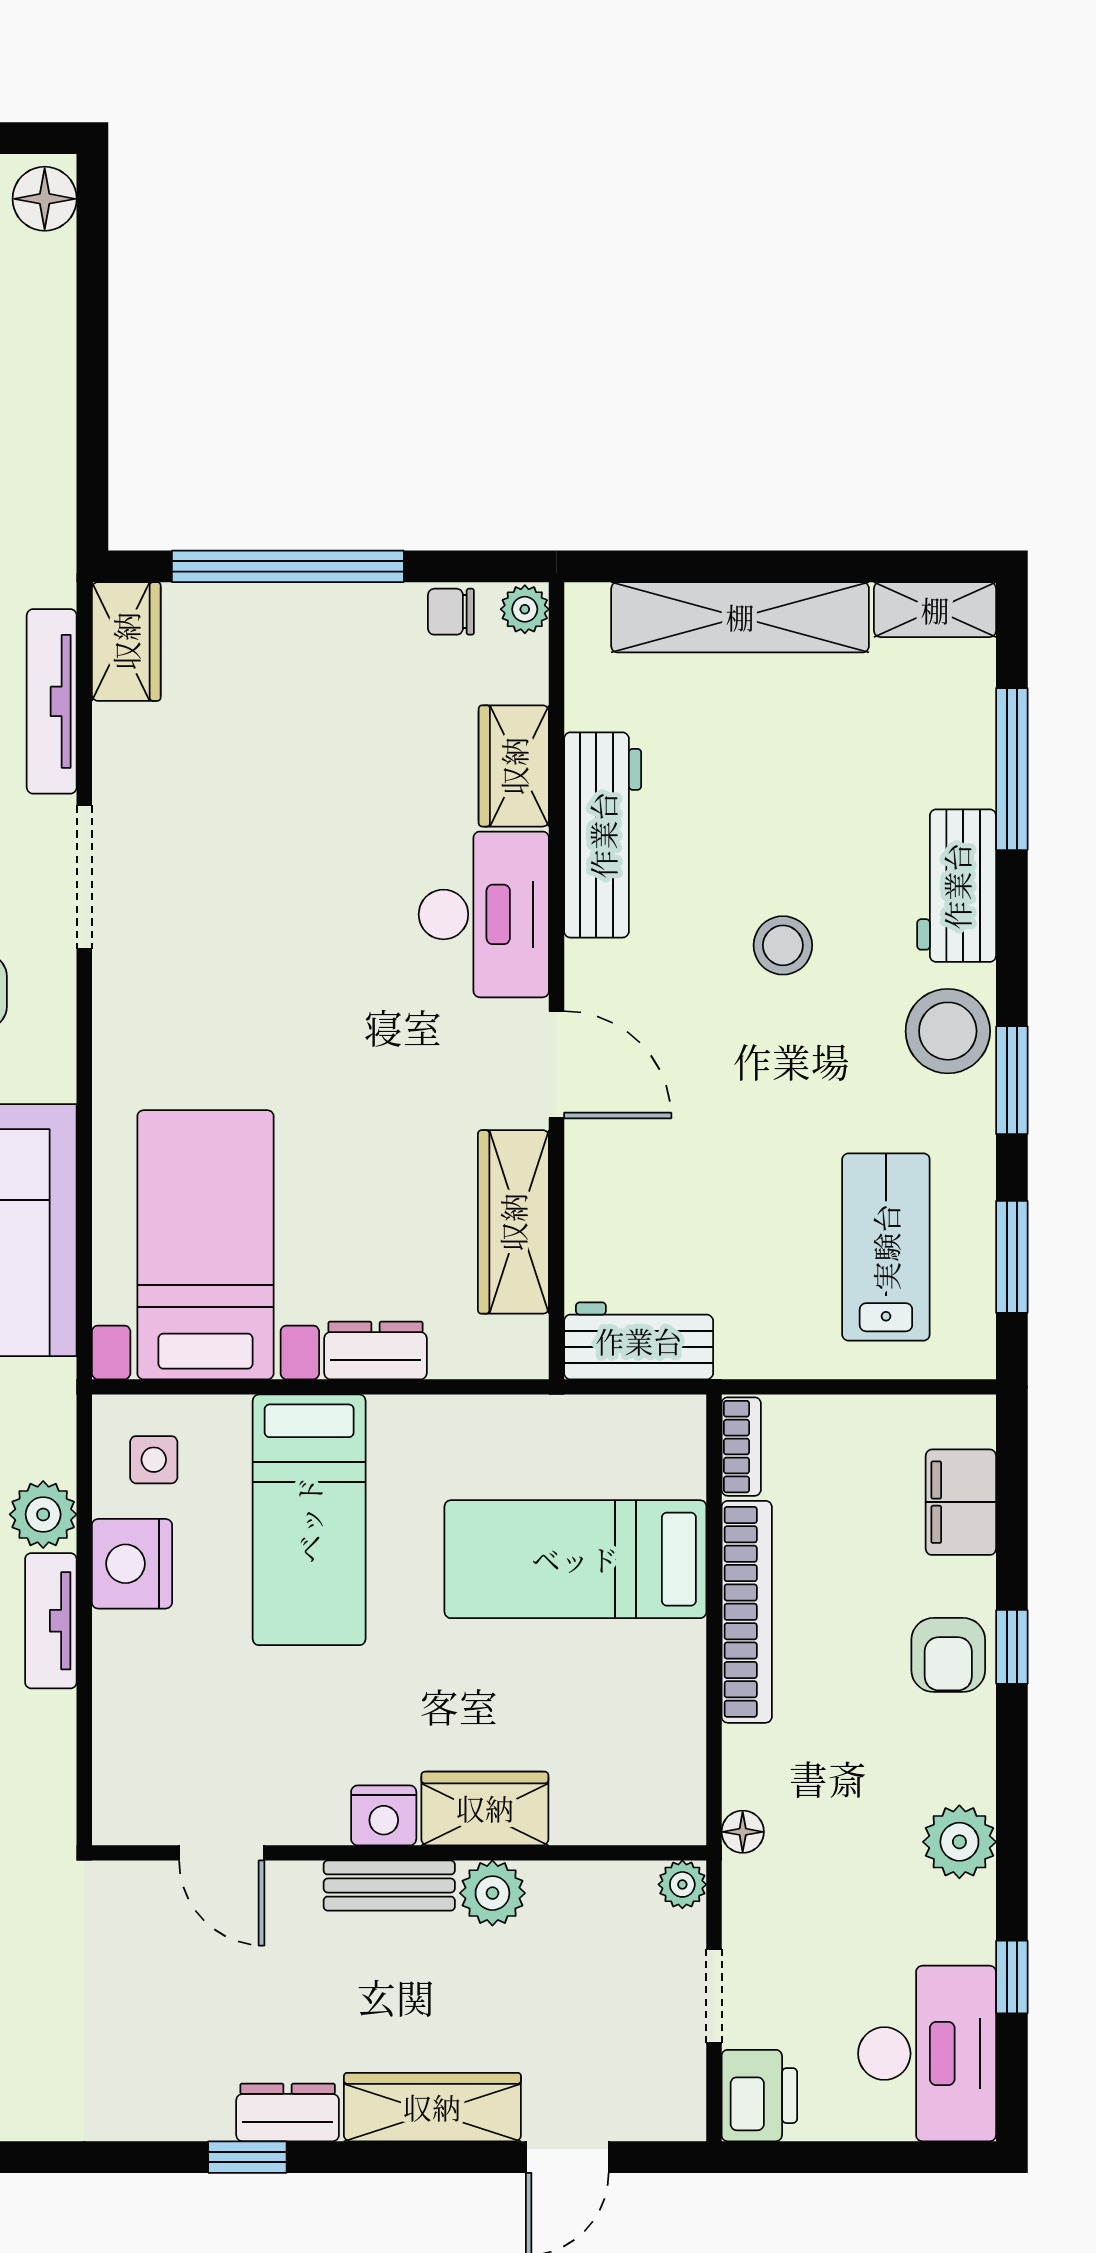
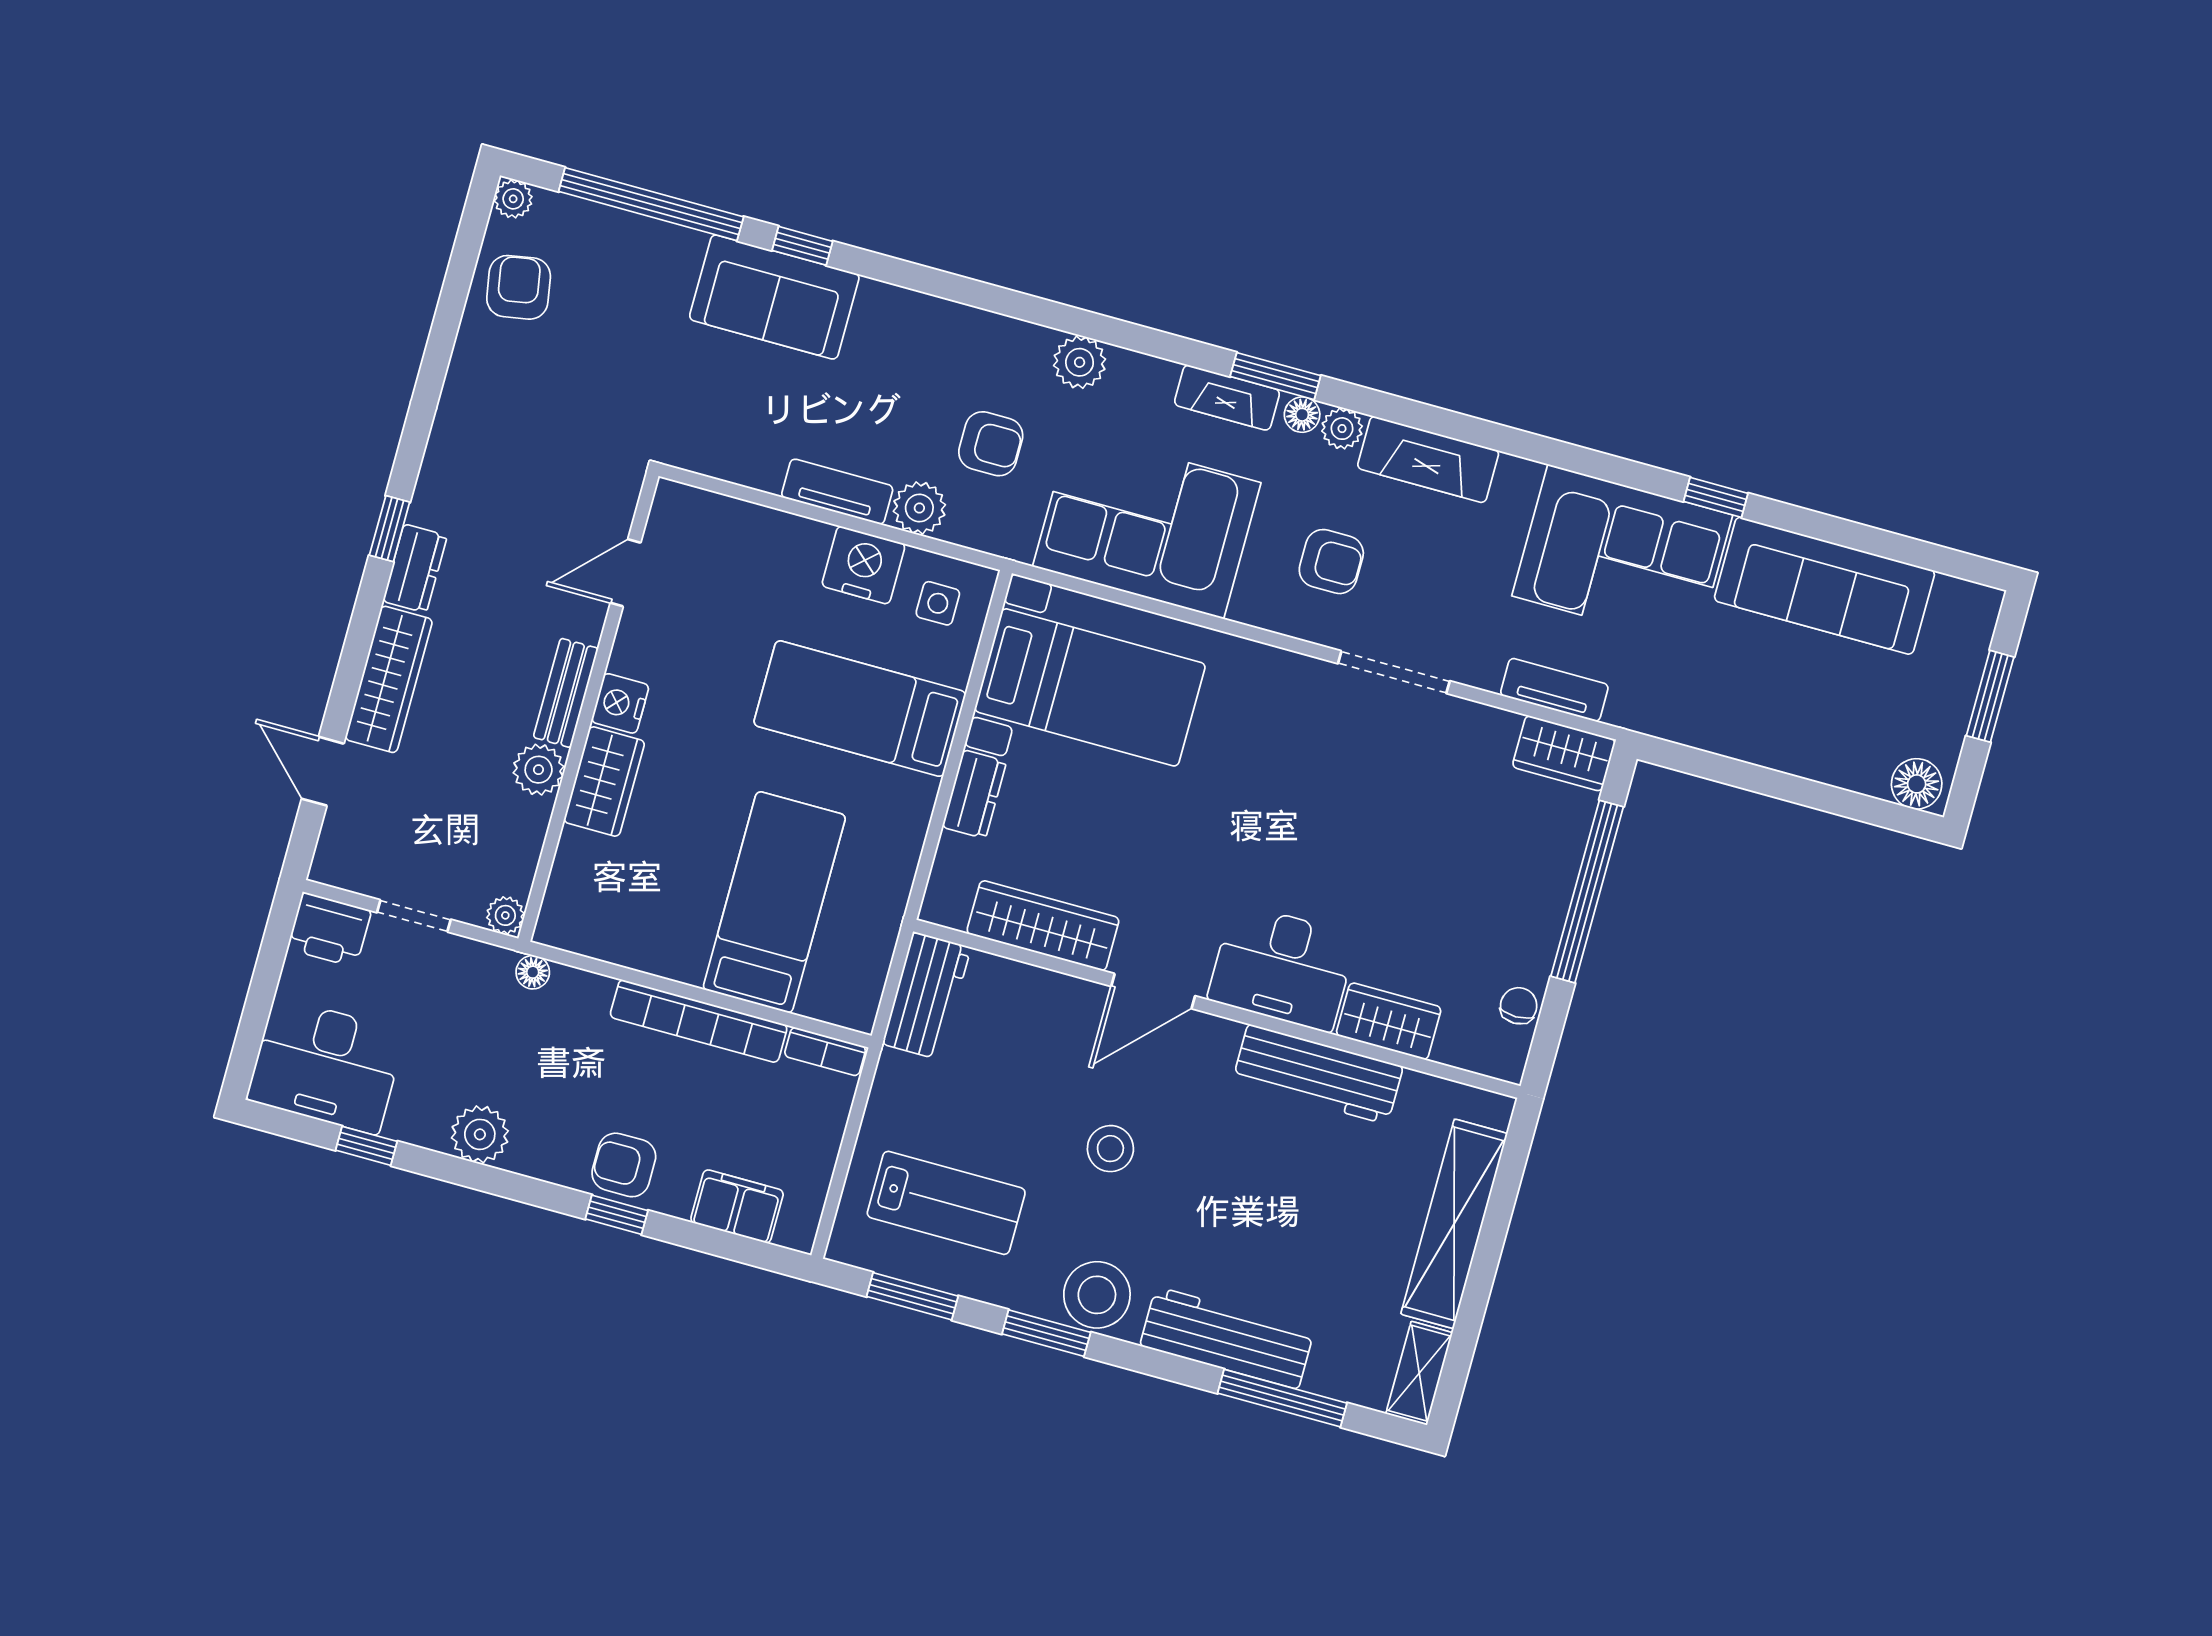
plant: (525, 609) -> (1505, 1062), removed
tv unit: (52, 701) -> (1554, 690), width x0.71
workbench: (957, 886) -> (1227, 1338), width x1.38
stool: (783, 945) -> (1110, 1149), moved

